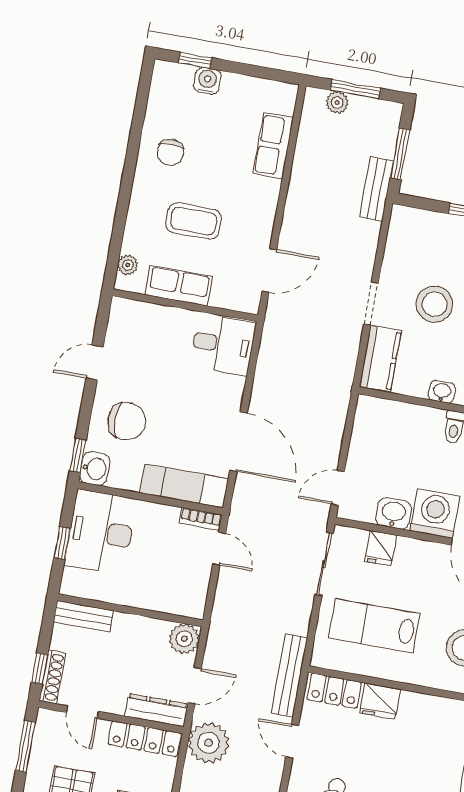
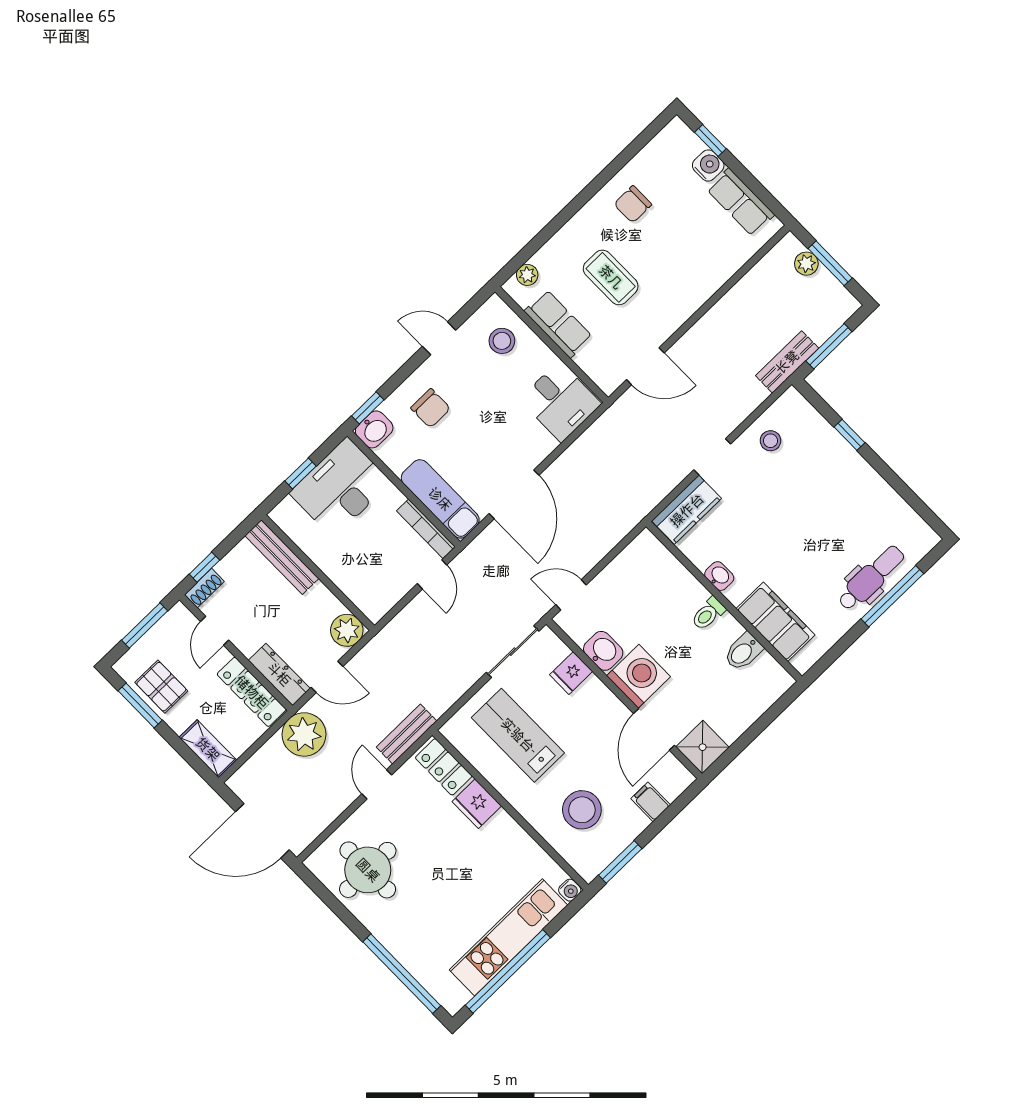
row of seats: (273, 146) -> (741, 202), moved, turned -90
stool: (434, 304) -> (770, 441), moved, width x0.53, depth x0.53
stool: (145, 330) -> (502, 341), added
chair: (127, 421) -> (431, 408), width x0.73, depth x0.73
bookcase: (201, 519) -> (426, 529), width x1.56
bench: (83, 616) -> (282, 557), width x1.36
bench: (289, 675) -> (407, 734), width x0.73
shoe rack: (52, 677) -> (204, 588), width x0.70

